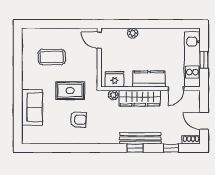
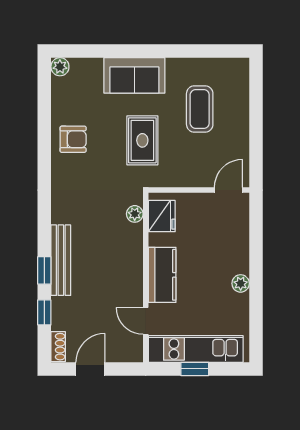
plant: (133, 33) -> (241, 283), moved
wardrobe: (140, 98) -> (129, 259), removed
sofa: (32, 107) -> (134, 75), moved
armchair: (78, 120) -> (73, 139), moved, turned -92
plant: (27, 139) -> (60, 67), added
window: (135, 148) -> (44, 270), moved

